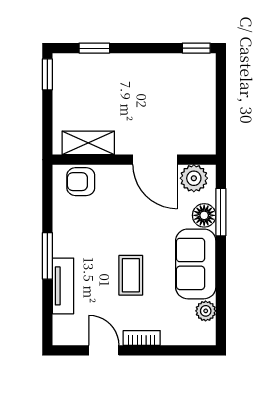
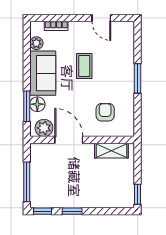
window: (94, 48) -> (72, 211), moved
window: (221, 94) -> (27, 182), added
armchair: (81, 182) -> (105, 112), moved, turned -90
tv unit: (63, 286) -> (128, 59), removed
bookcase: (142, 338) -> (56, 26), moved

